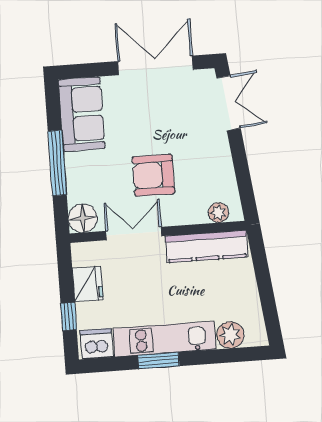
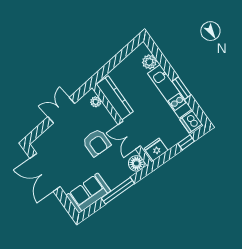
double door: (229, 103) -> (61, 110), moved
fridge: (88, 284) -> (156, 149), moved

